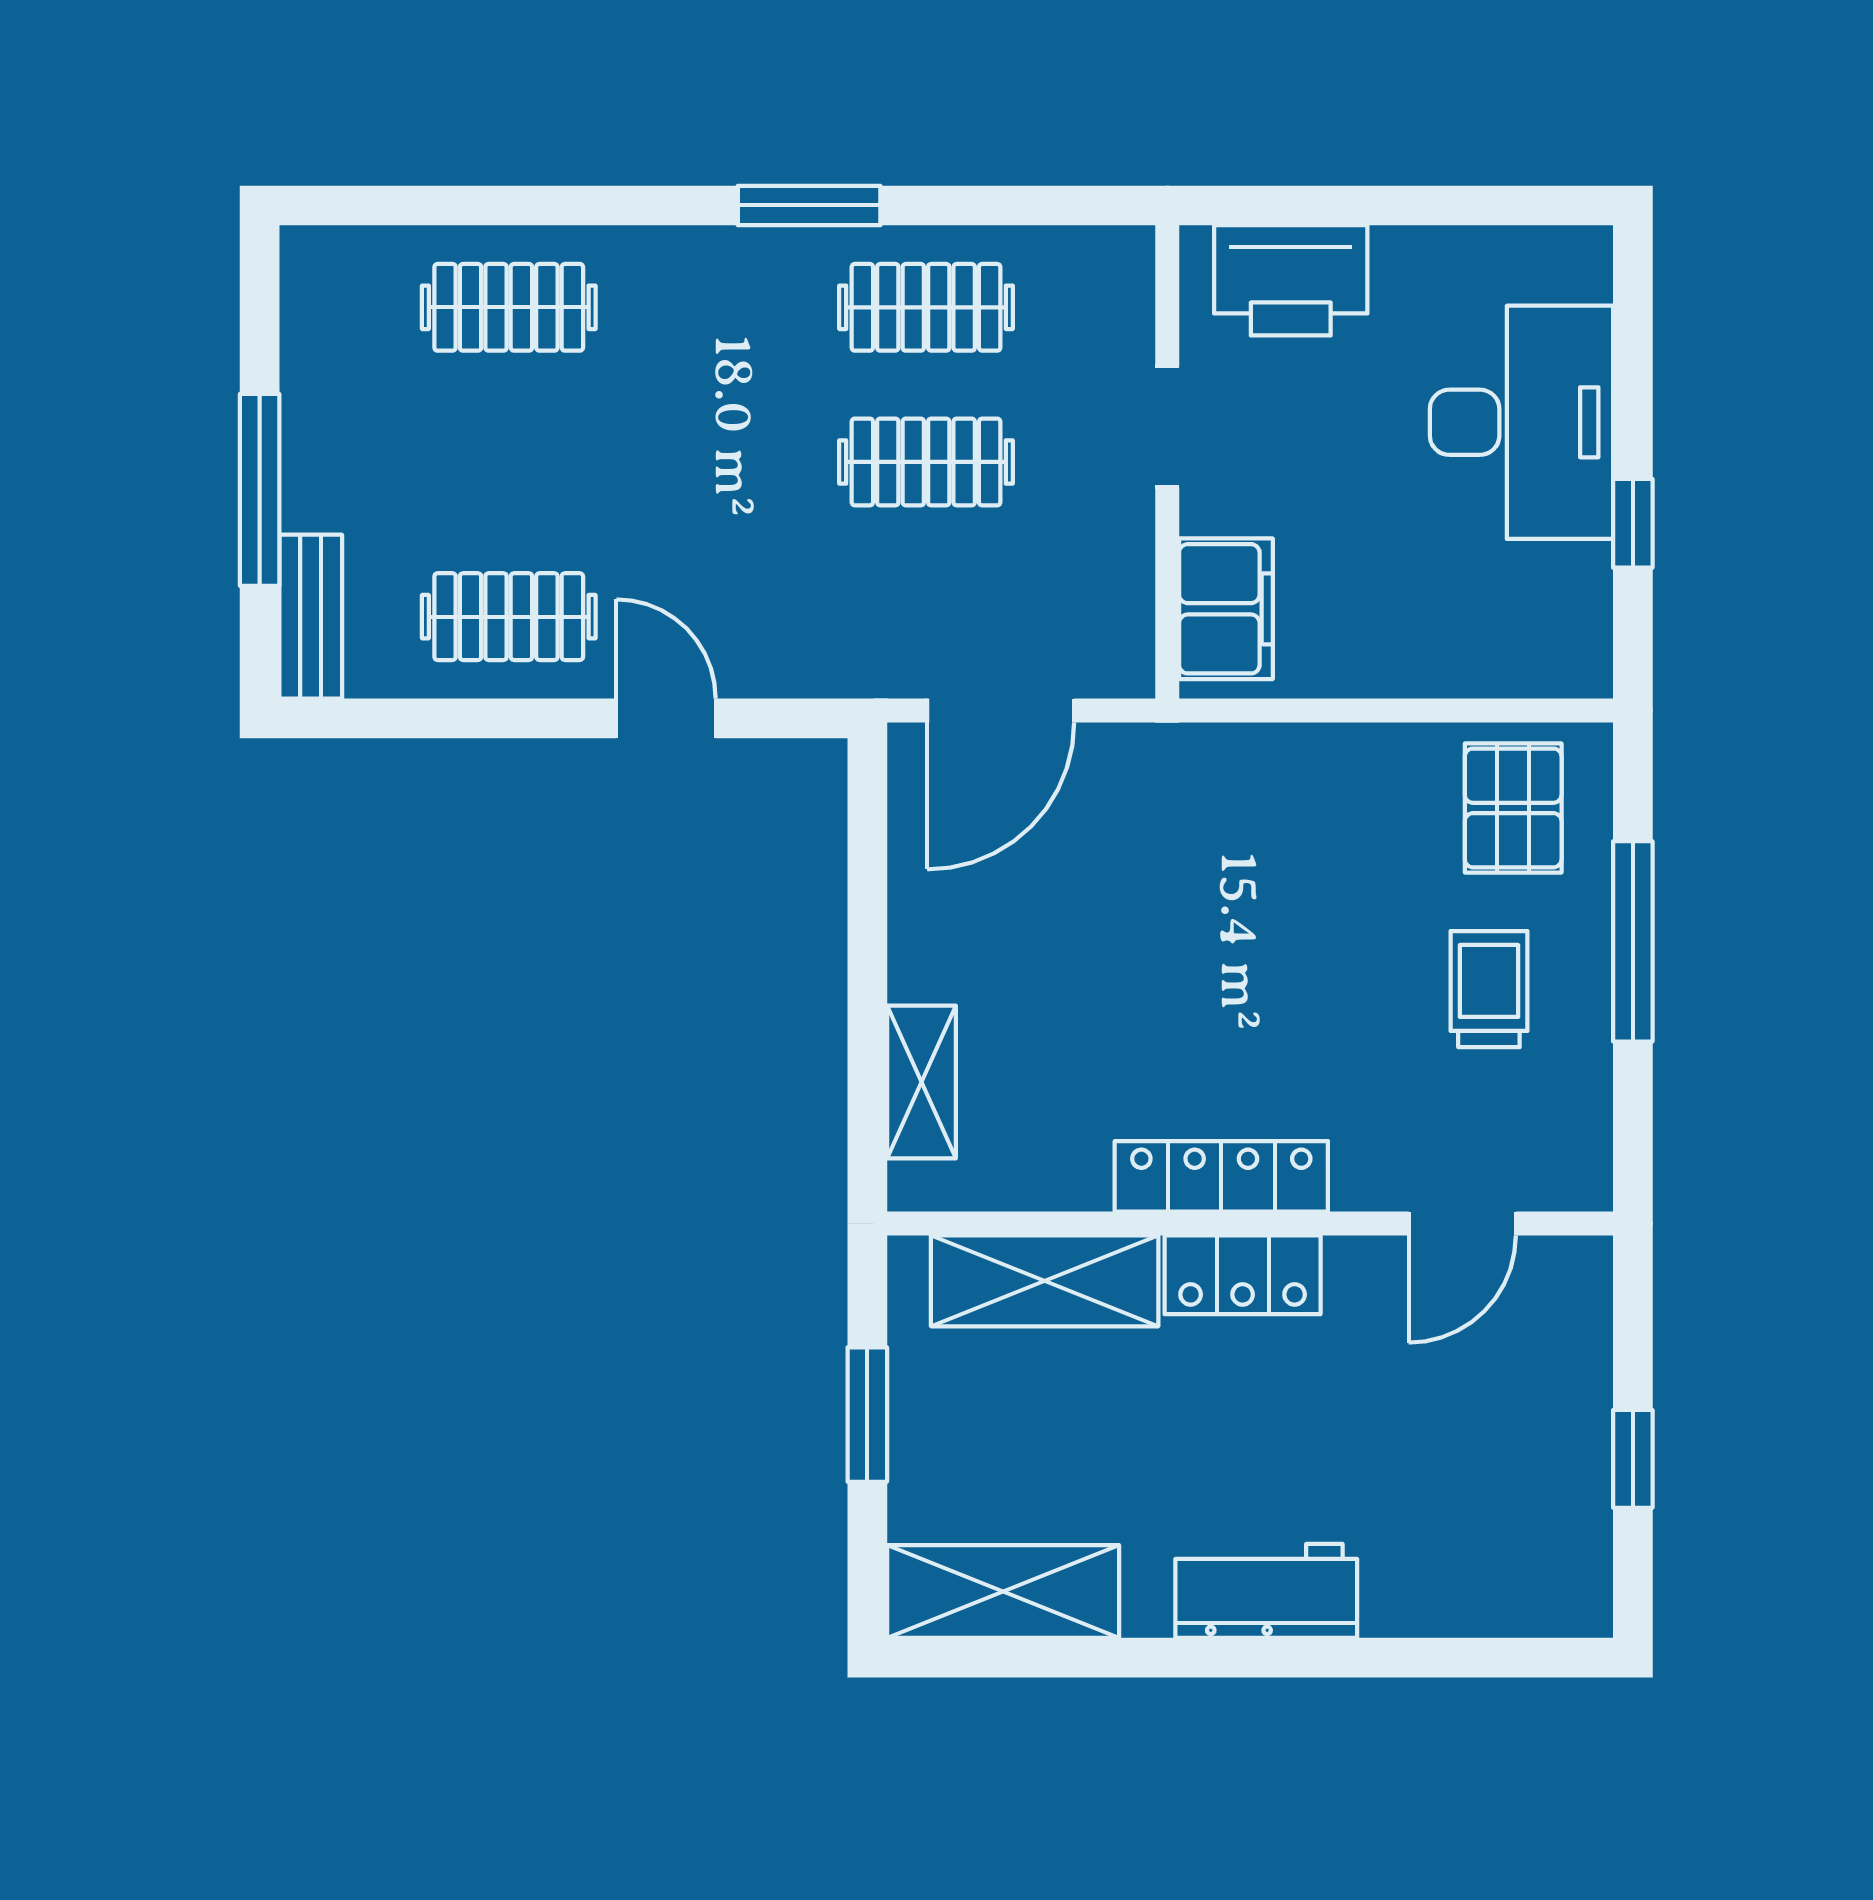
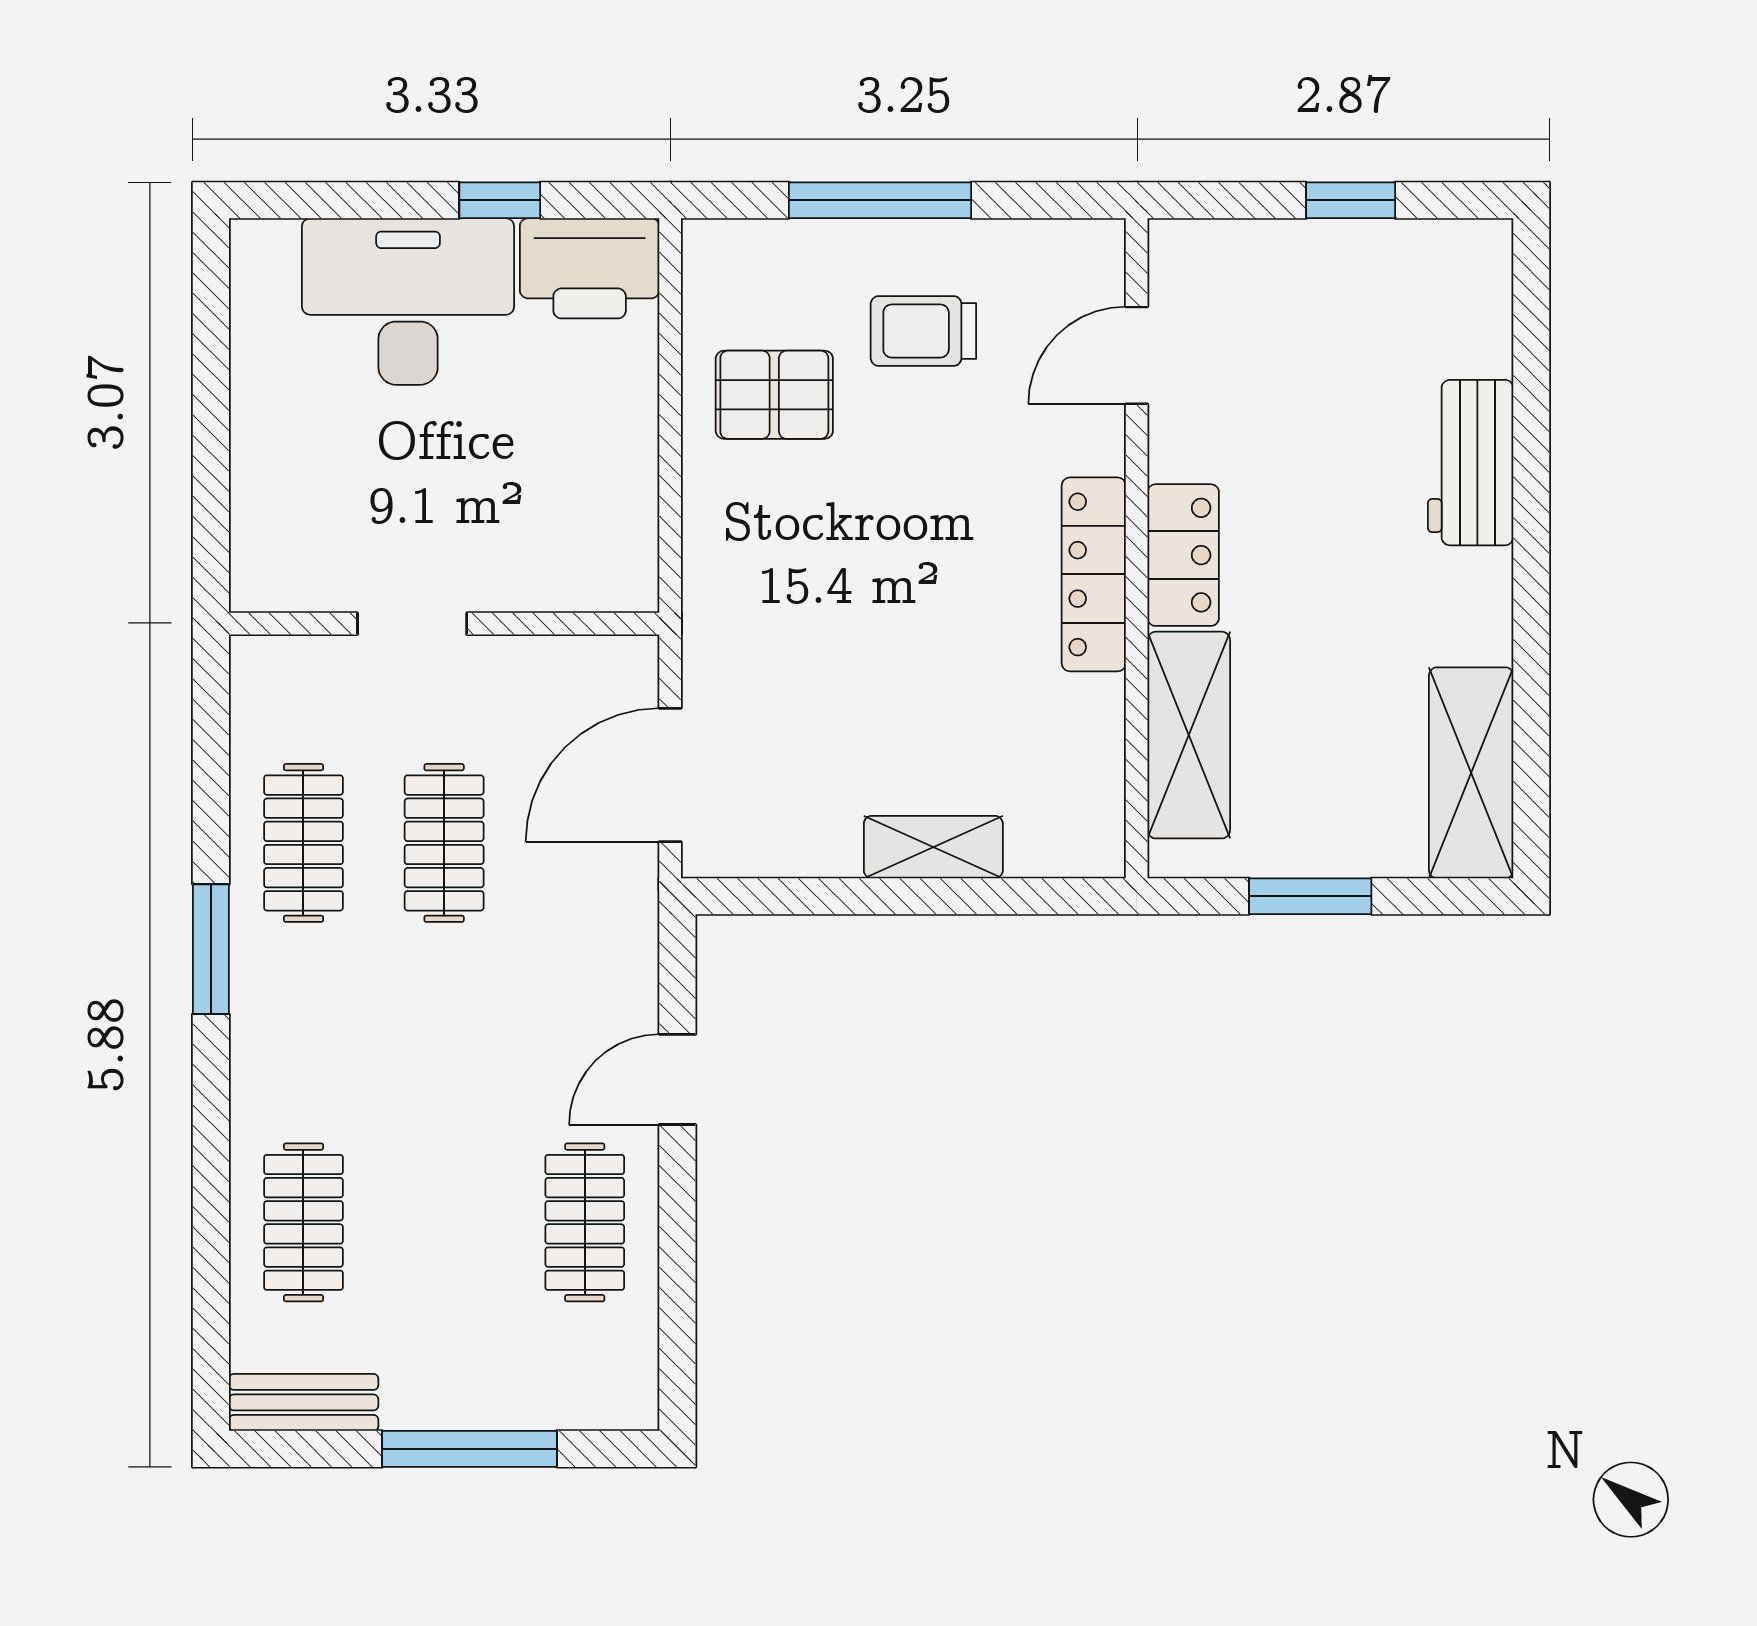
printer: (1291, 280) -> (590, 268), moved, turned 90
filing cabinet: (1226, 609) -> (578, 570), removed
bench: (311, 617) -> (304, 1402), moved
door: (1001, 711) -> (670, 775), swing flipped
pallet: (1513, 808) -> (774, 395), moved
shelving: (921, 1082) -> (933, 847), moved
door: (1462, 1224) -> (1137, 355), swing flipped
workbench: (1266, 1591) -> (1471, 463), moved

